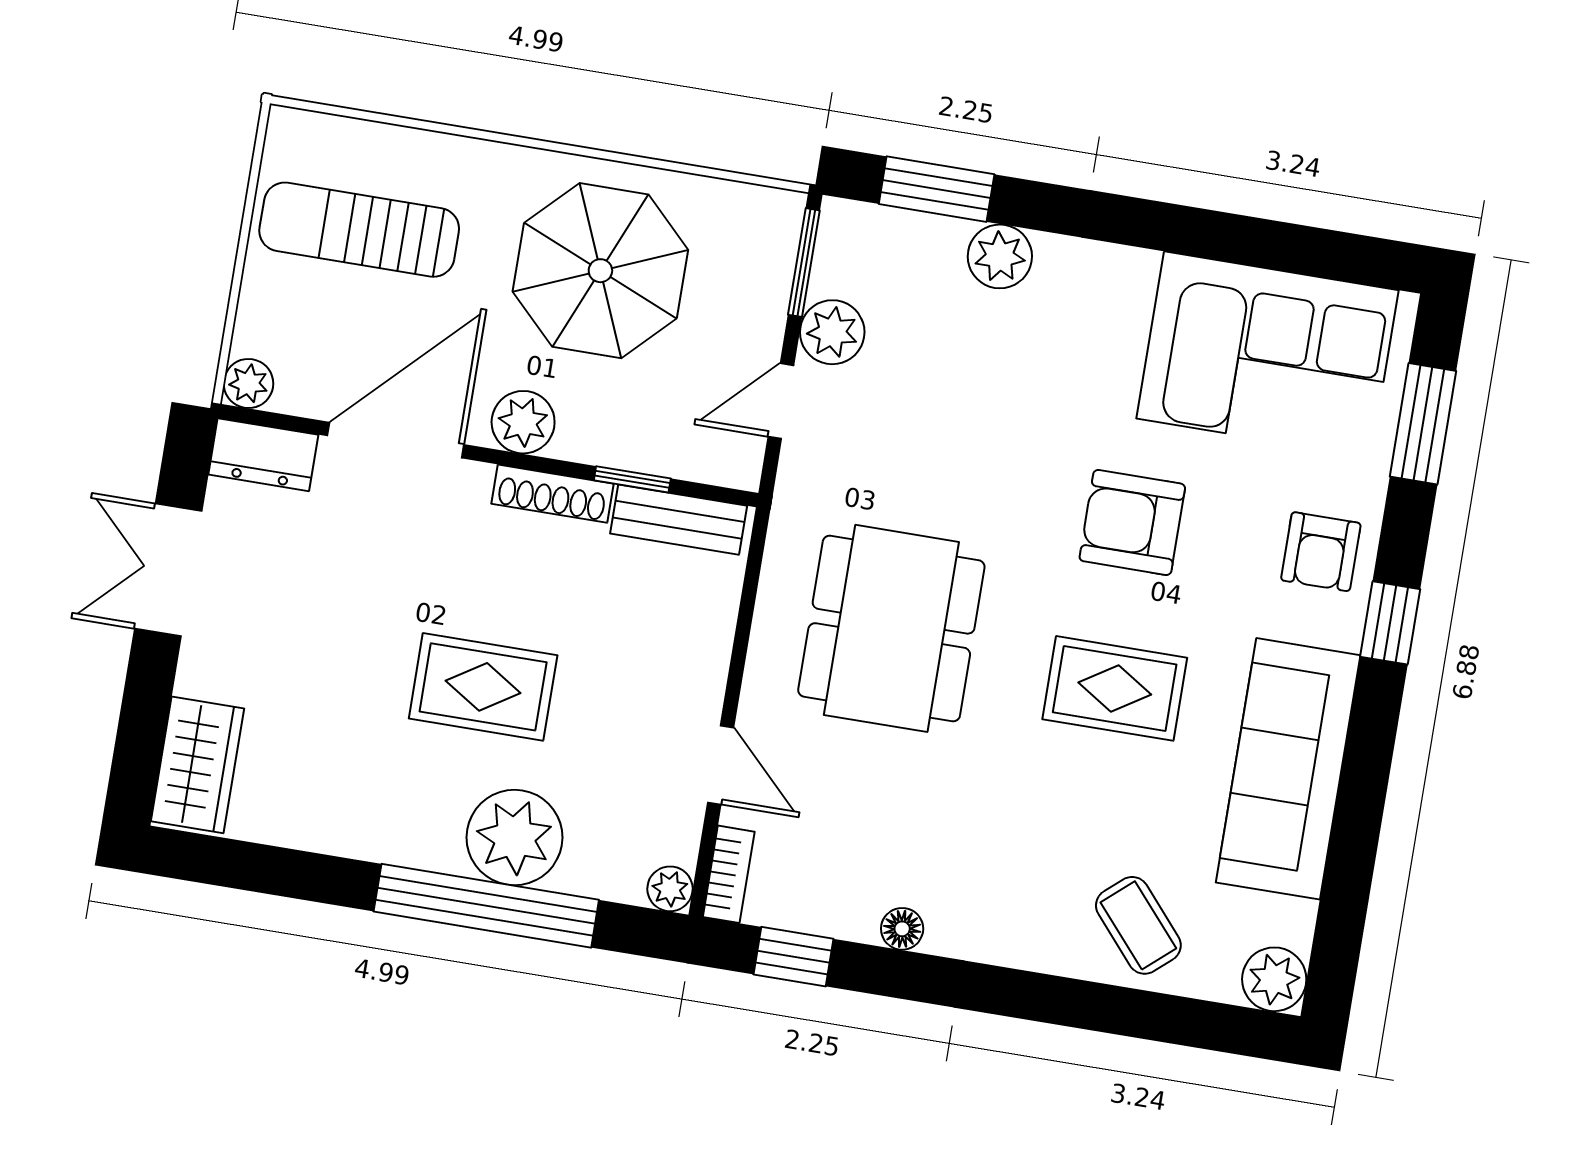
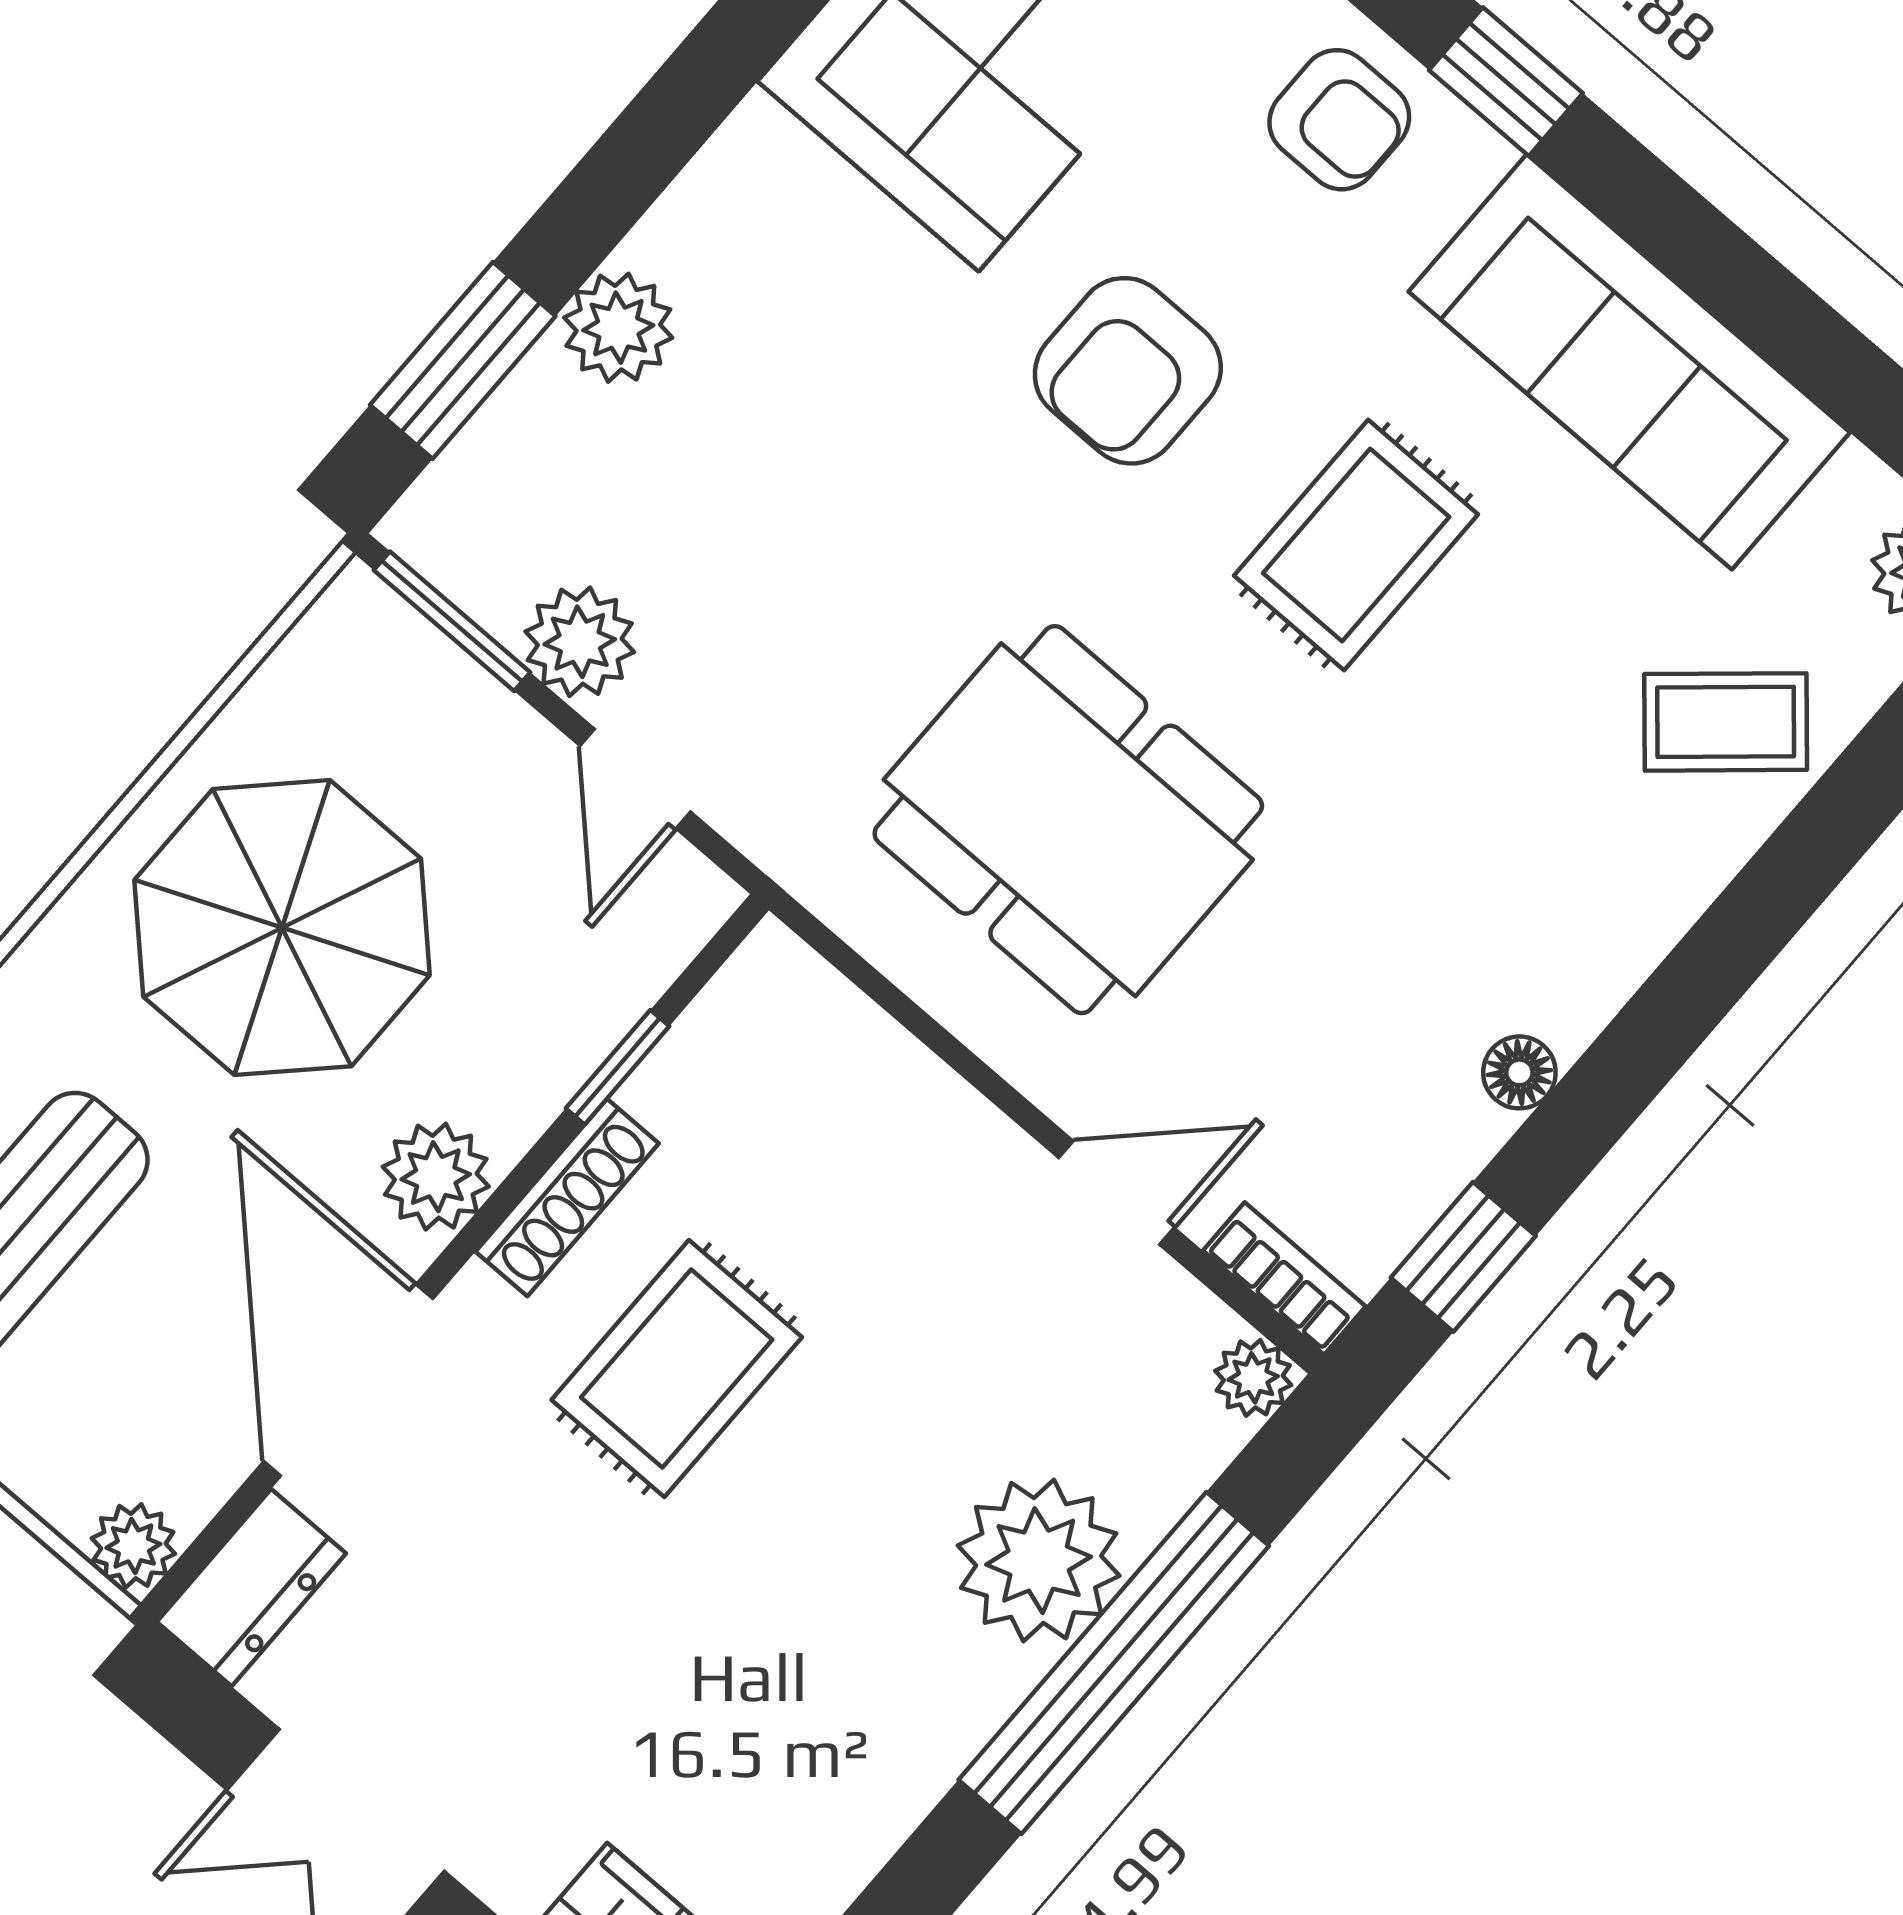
bench: (679, 520) -> (718, 1035), removed
rug: (483, 687) -> (677, 1369), moved

